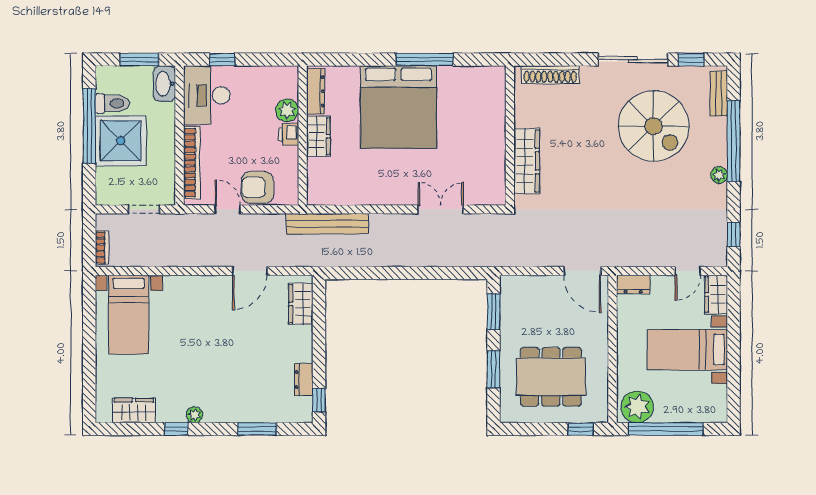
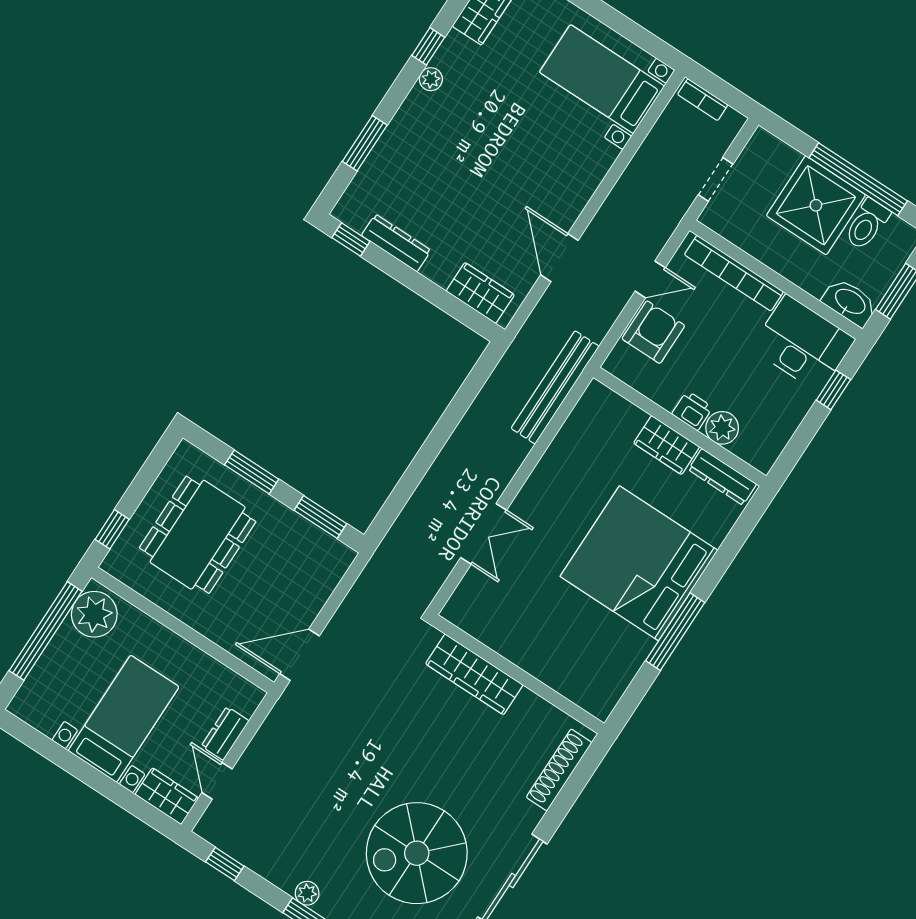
dresser: (633, 284) -> (225, 733), moved
dresser: (304, 379) -> (396, 243), width x1.44

